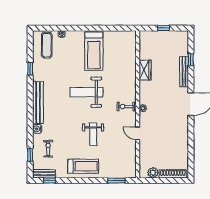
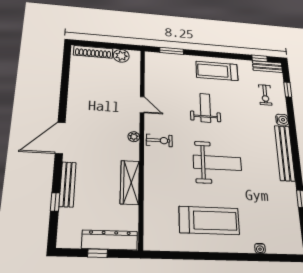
dresser: (157, 36) -> (110, 240), added
exercise mat: (47, 45) -> (281, 232), removed
treadmill: (94, 51) -> (209, 220), turned 90
wardrobe: (145, 70) -> (130, 182), width x1.50

